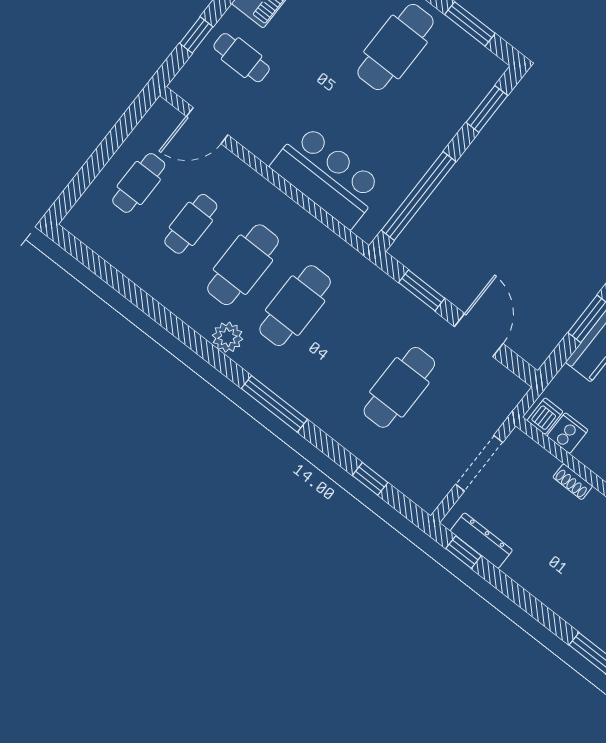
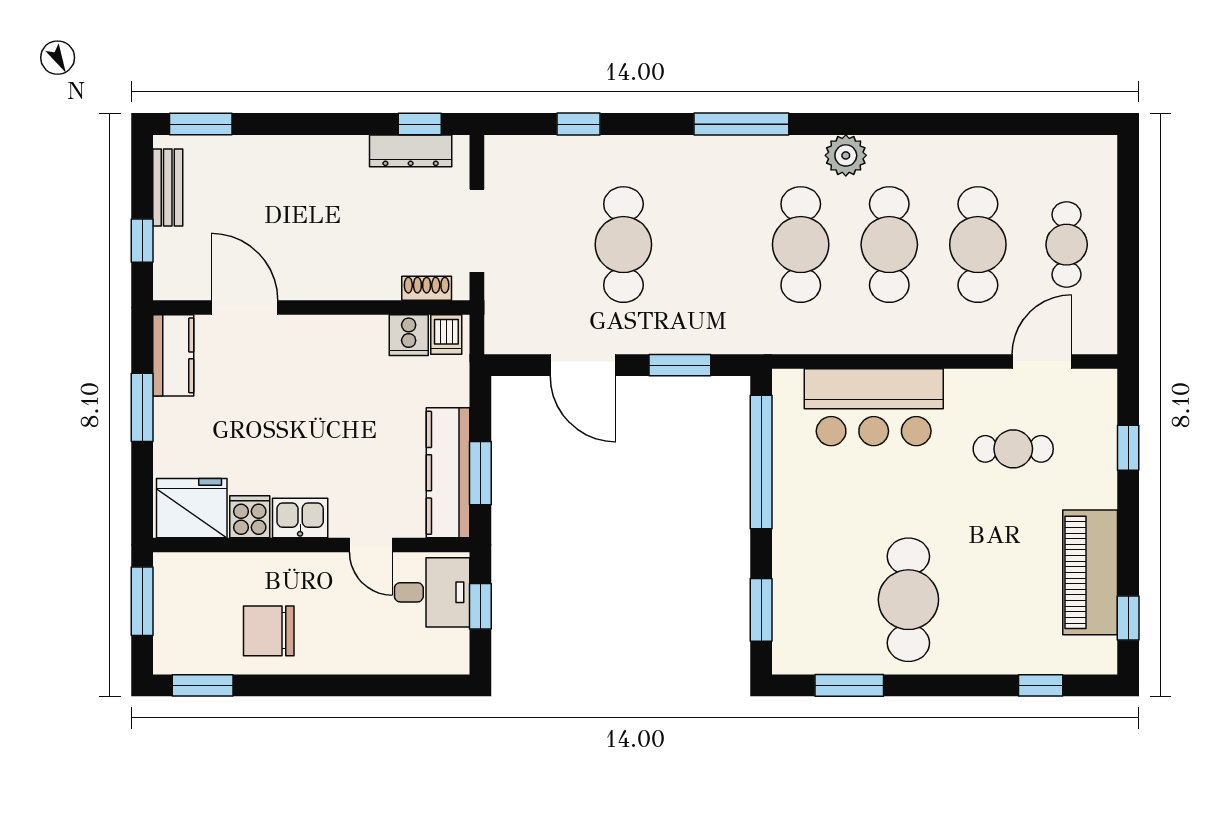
cafe table: (242, 58) -> (1013, 449), moved
cafe table: (191, 224) -> (978, 245), width x1.37, depth x1.35
shoe rack: (573, 482) -> (427, 288), moved

